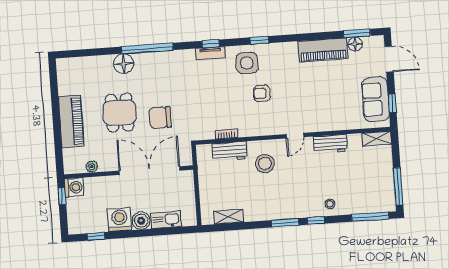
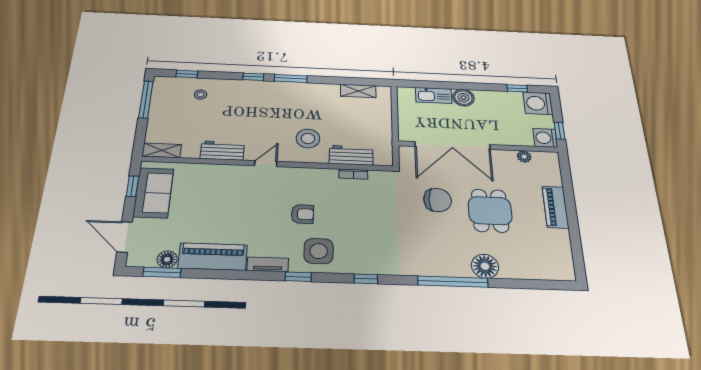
tv unit: (210, 53) -> (268, 264), moved
piano: (71, 121) -> (555, 207), width x0.73, depth x0.75
stool: (330, 204) -> (201, 95), moved
window: (370, 217) -> (187, 74), width x0.46
washing machine: (120, 220) -> (538, 103), moved, turned 90

